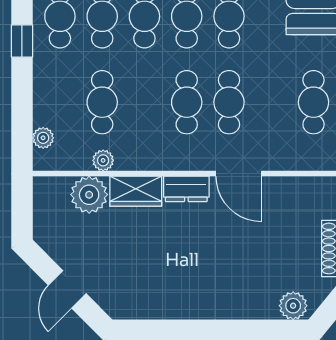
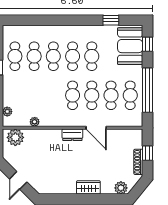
cafe table: (102, 102) -> (111, 95), moved
wardrobe: (136, 191) -> (88, 187), moved, turned 180
plant: (89, 195) -> (15, 137), moved

